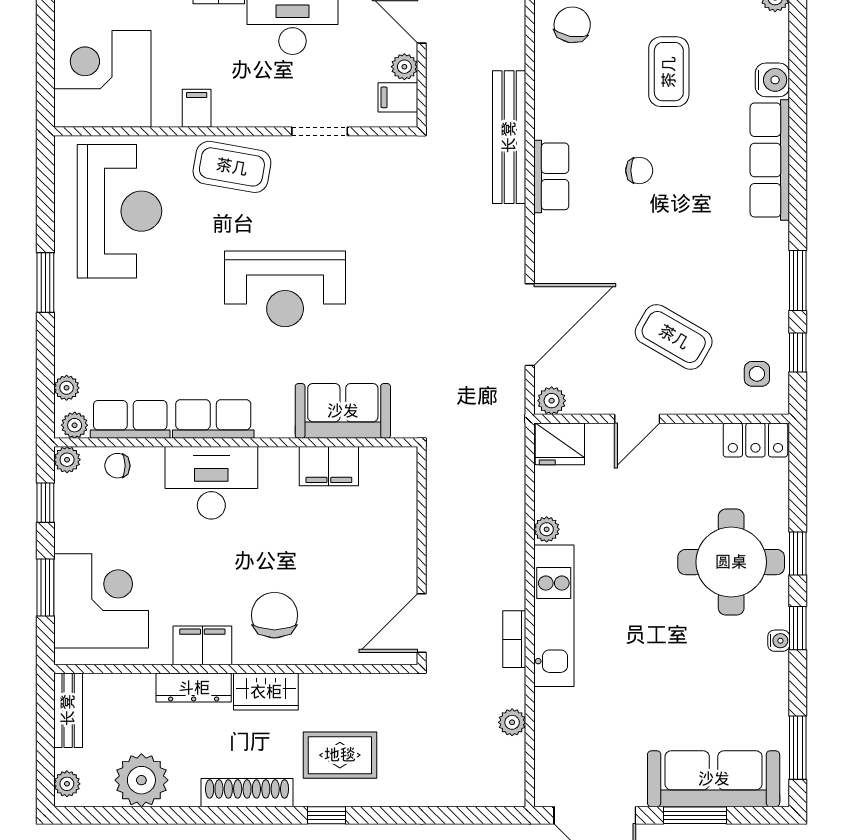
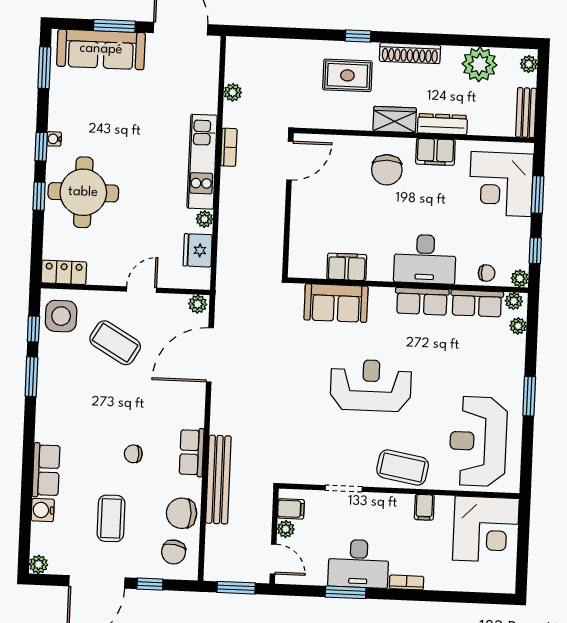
chair: (563, 84) -> (182, 513), added
row of seats: (770, 160) -> (46, 470), width x0.68
side table: (757, 374) -> (61, 316), width x1.87, depth x1.87
fridge: (560, 444) -> (198, 250), moved, turned -90

